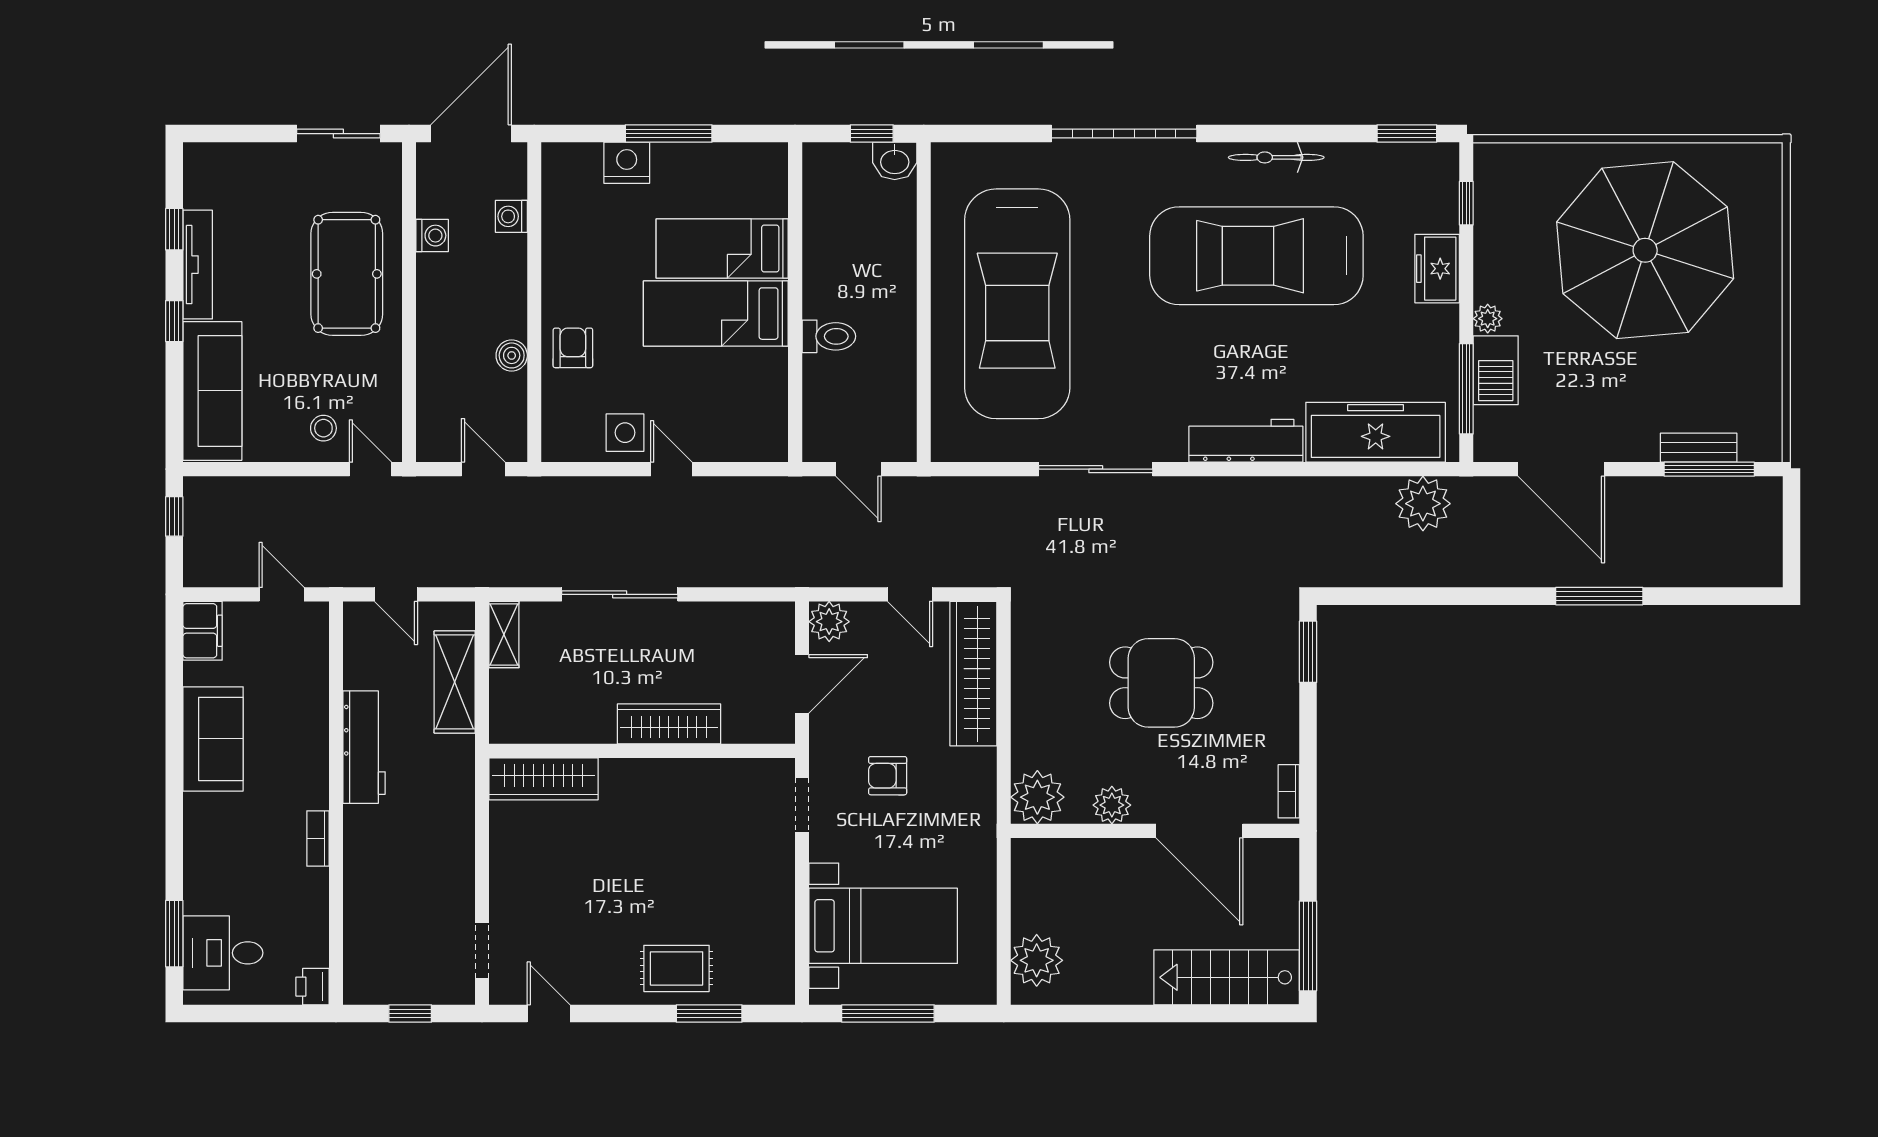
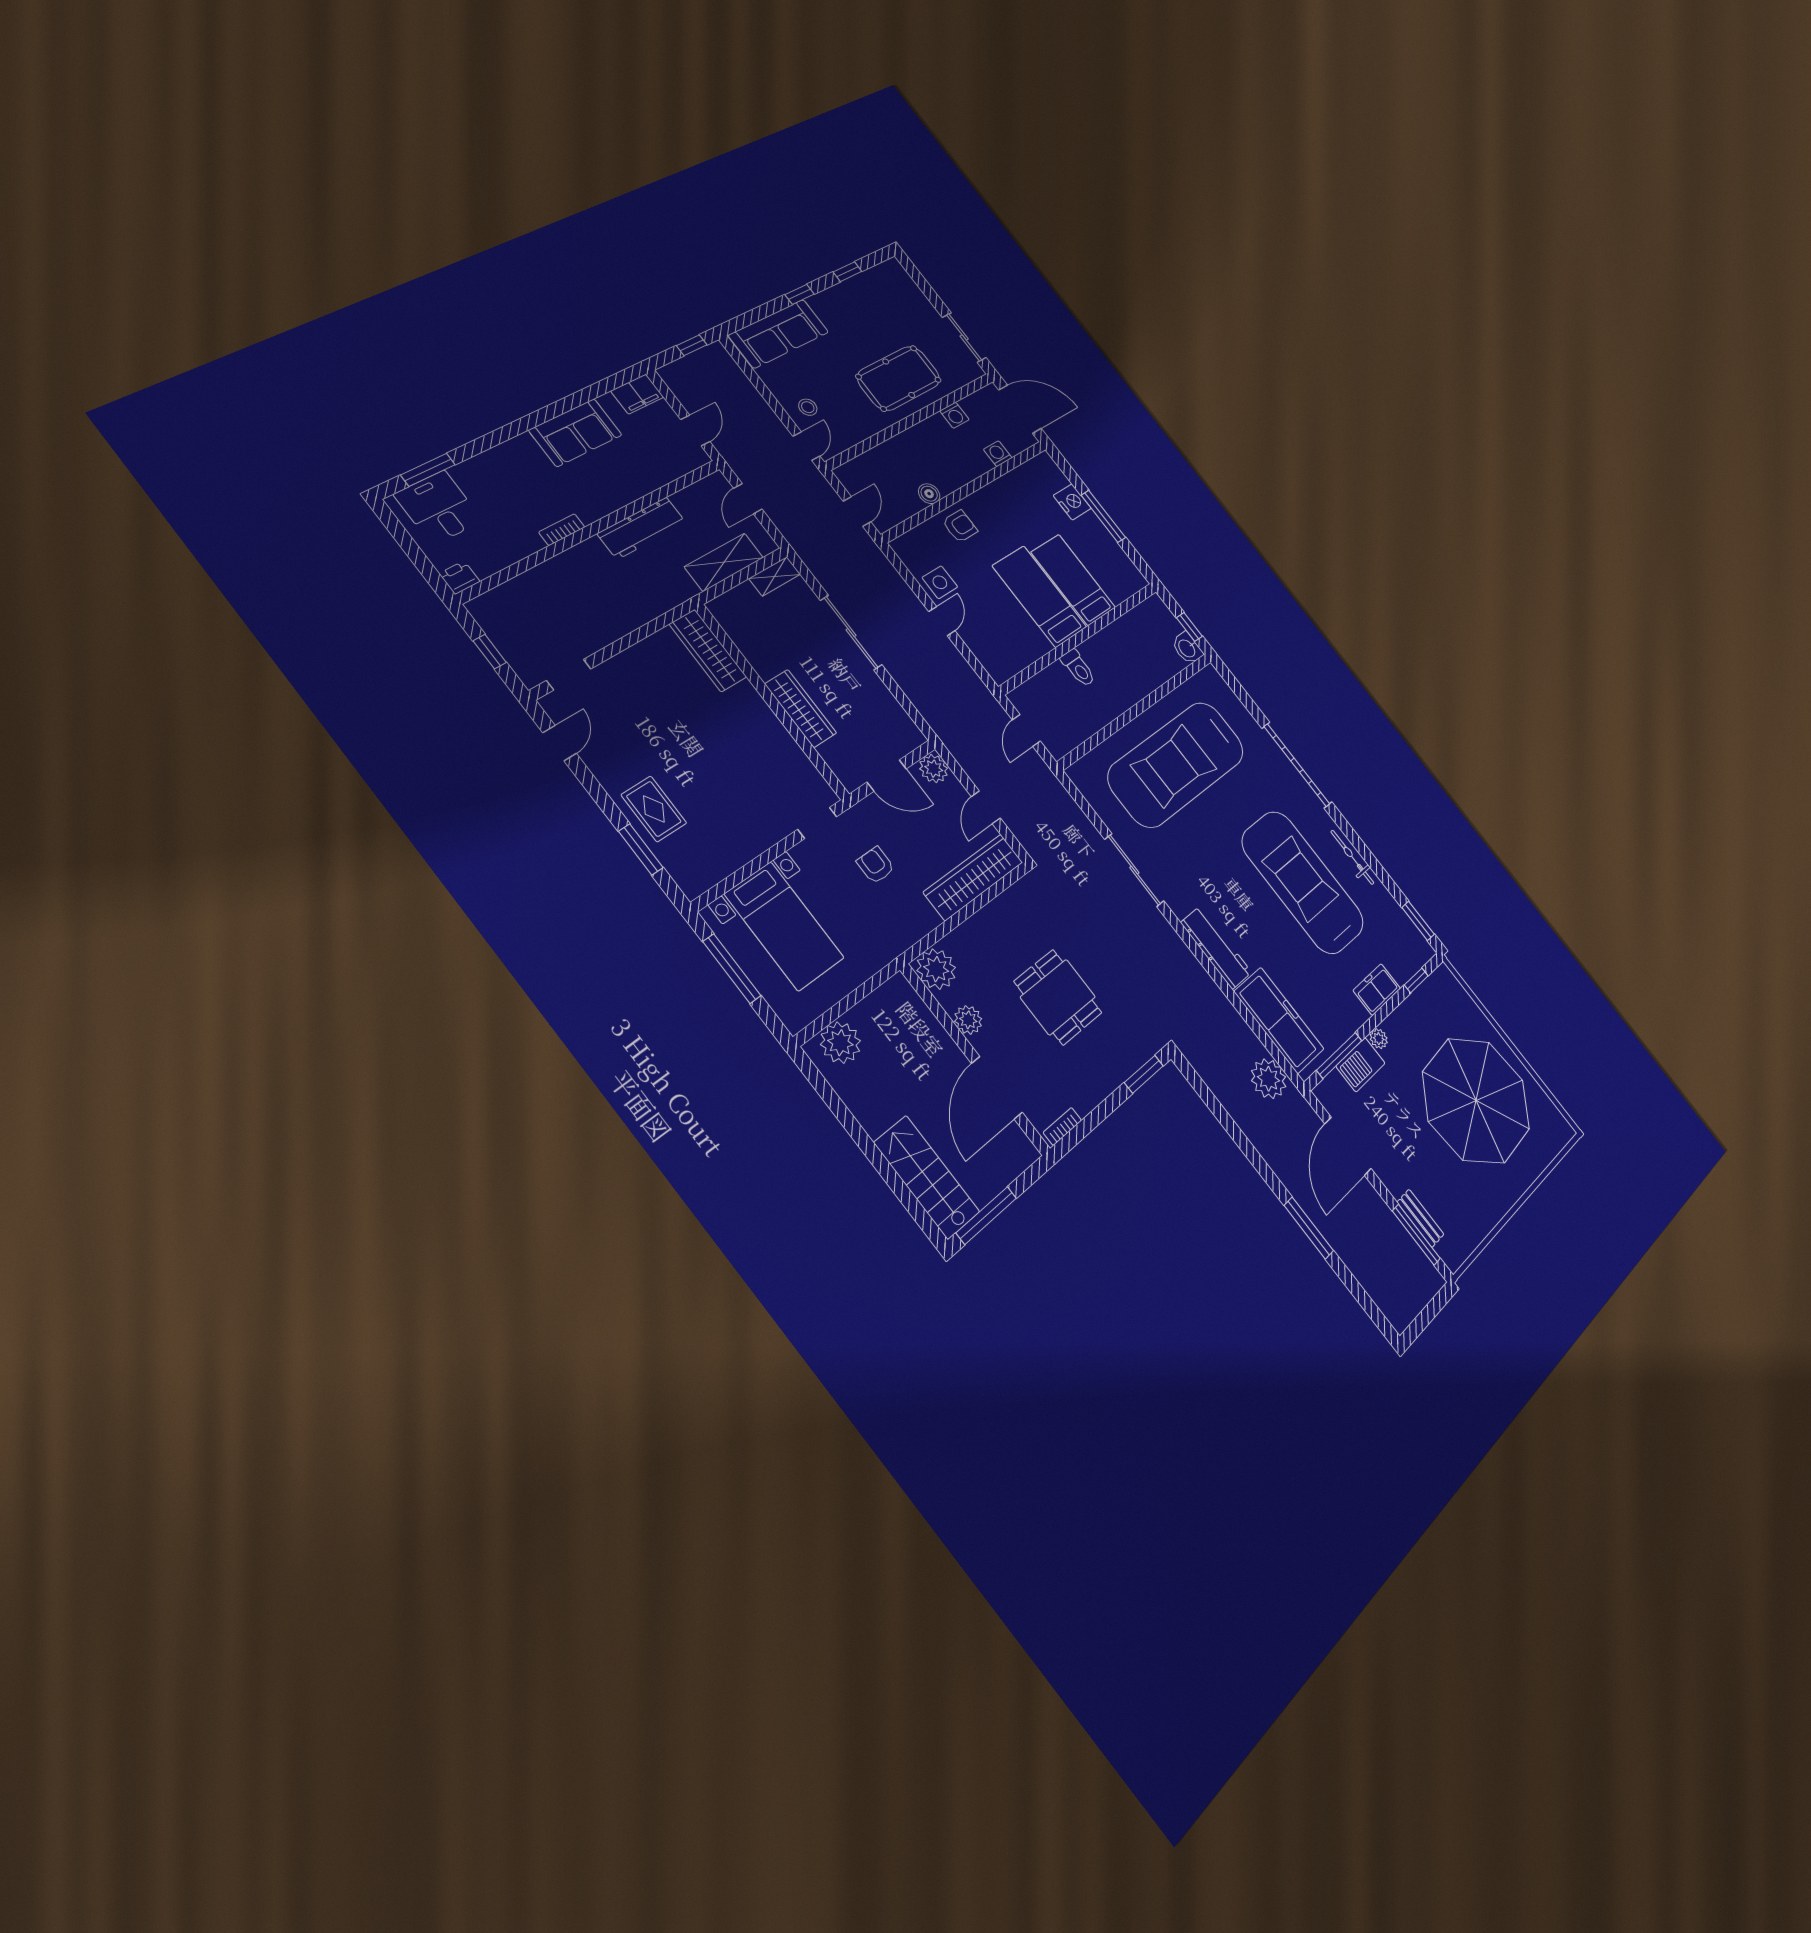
tv unit: (198, 265) -> (839, 293), removed

